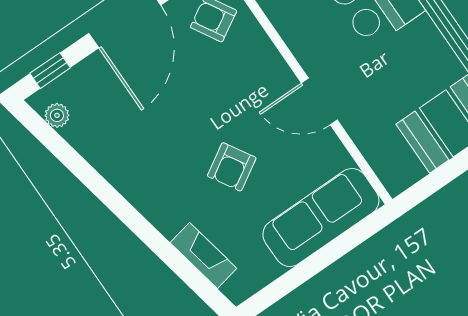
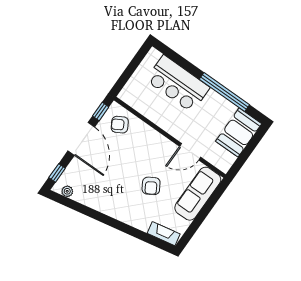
door: (319, 102) -> (190, 152), moved
fireplace: (203, 255) -> (164, 234), moved

